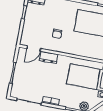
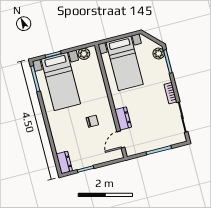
door: (34, 49) -> (121, 140), swing flipped

